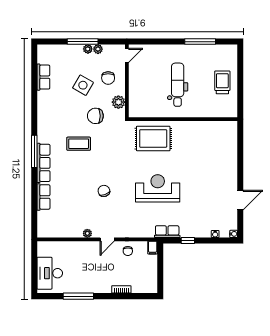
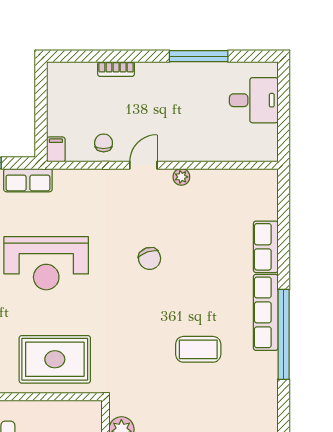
chair: (95, 116) -> (166, 403), removed
window: (34, 151) -> (284, 334), width x1.46
desk: (50, 273) -> (254, 100), width x0.73

